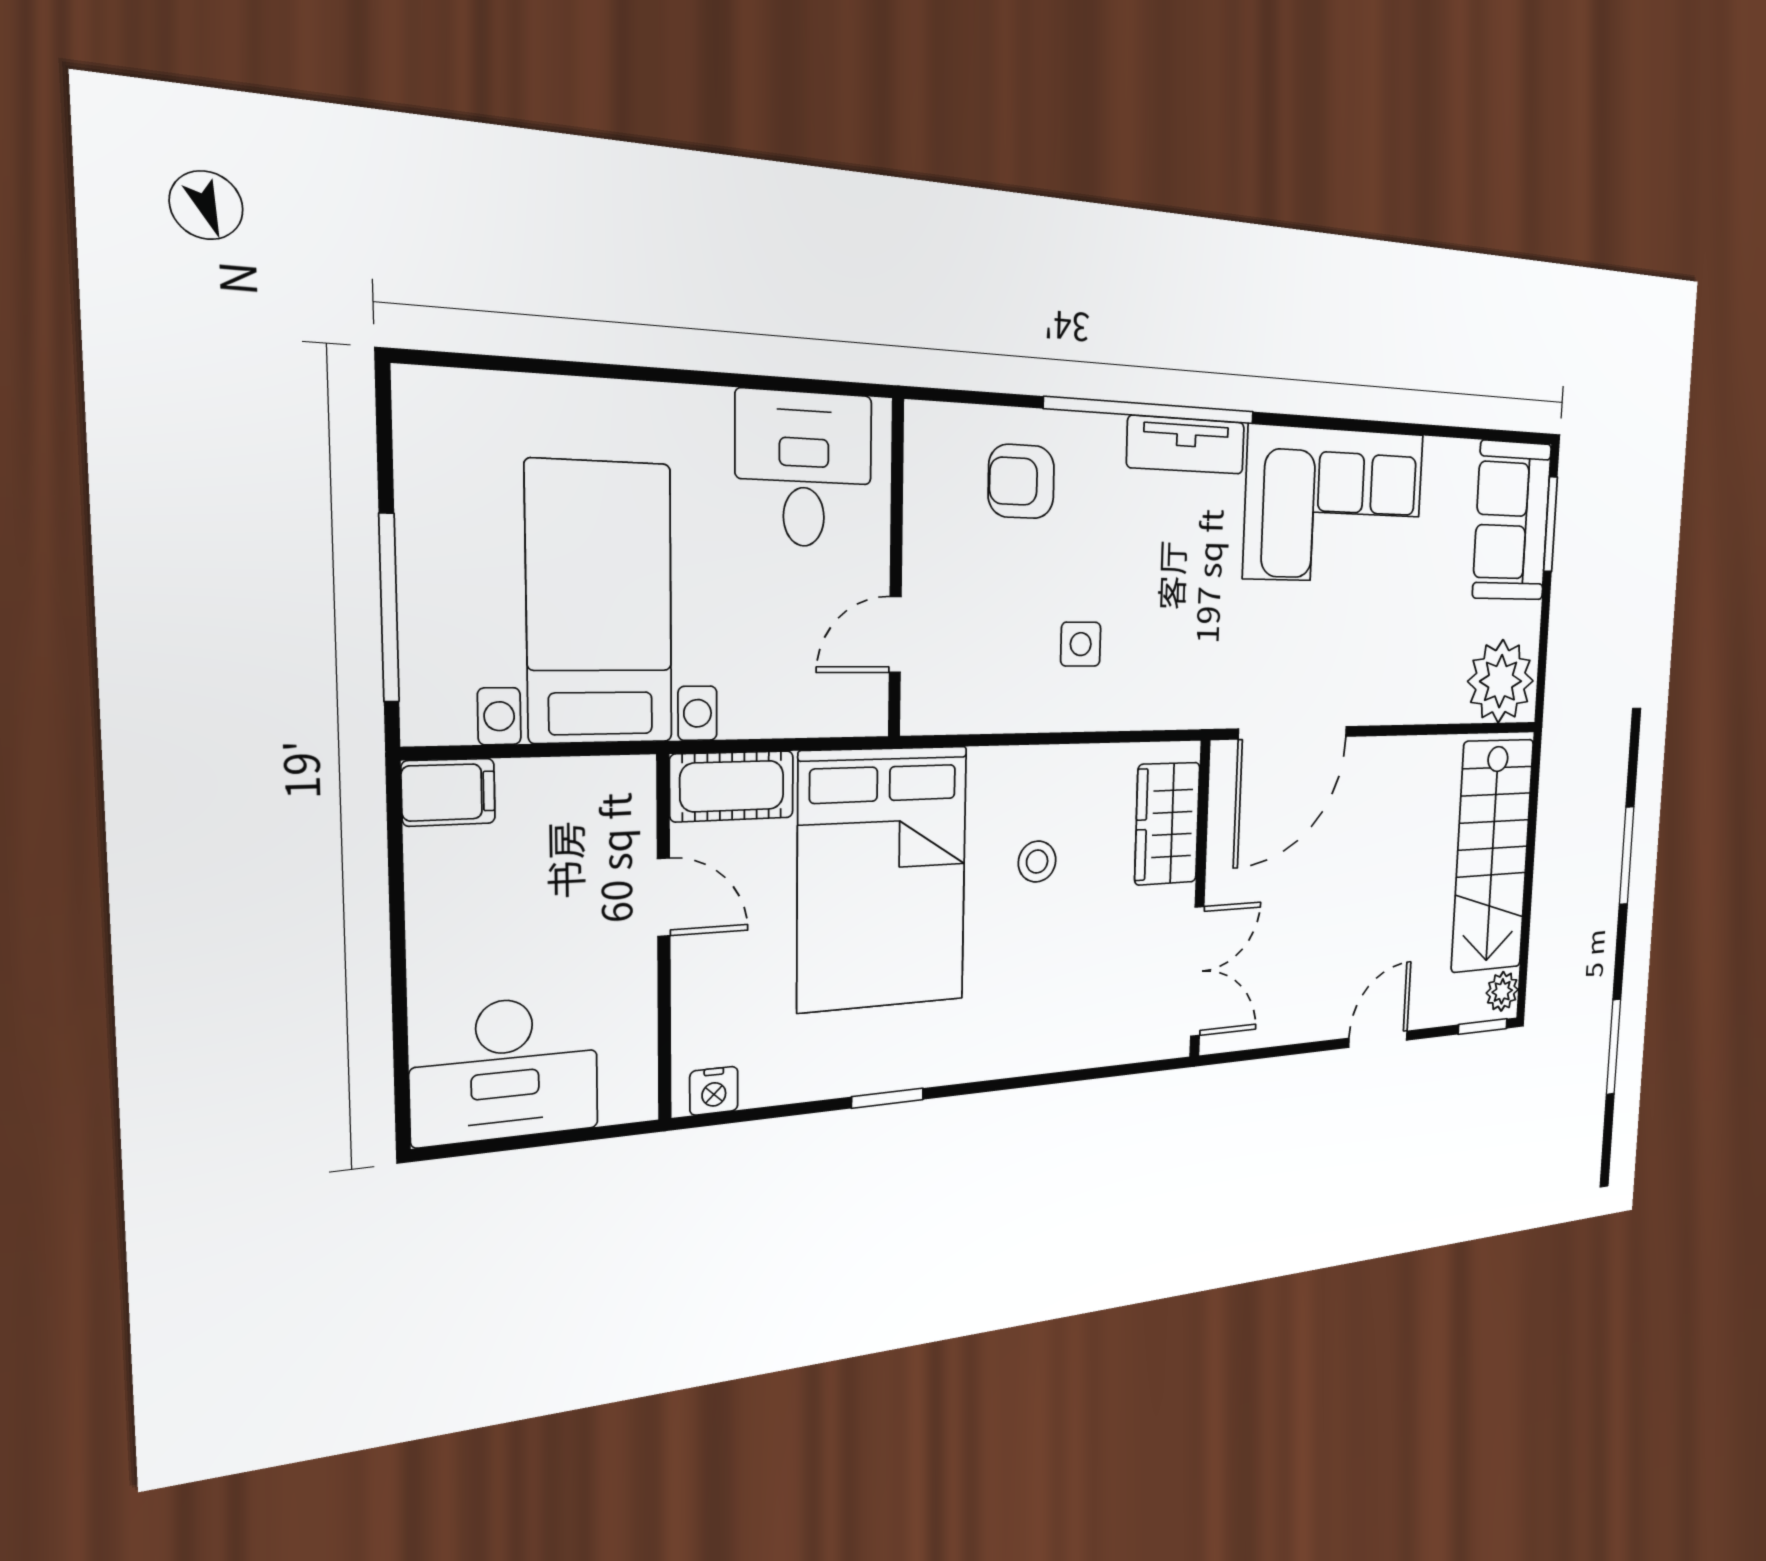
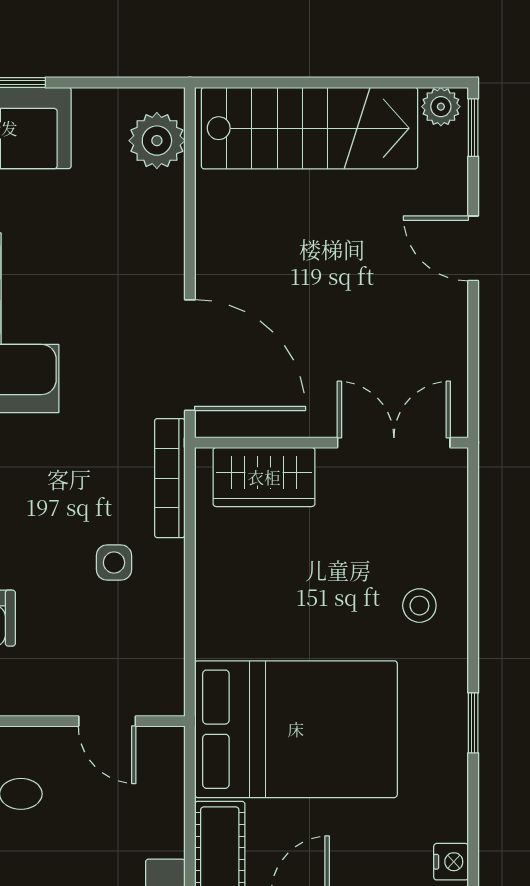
plant: (1501, 681) -> (157, 141), width x0.73, depth x0.73
bookcase: (1170, 712) -> (170, 478), added
stool: (1037, 862) -> (419, 606), moved

